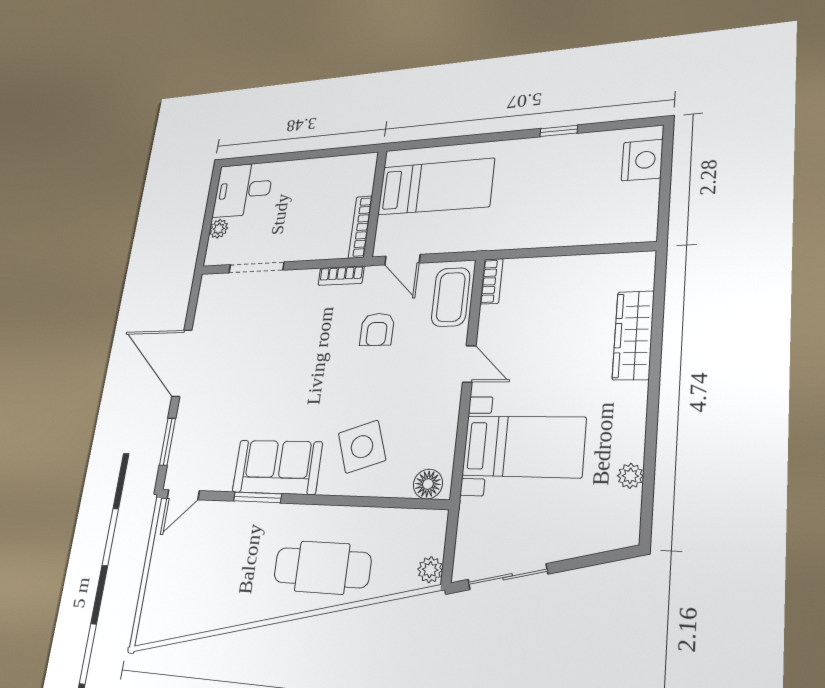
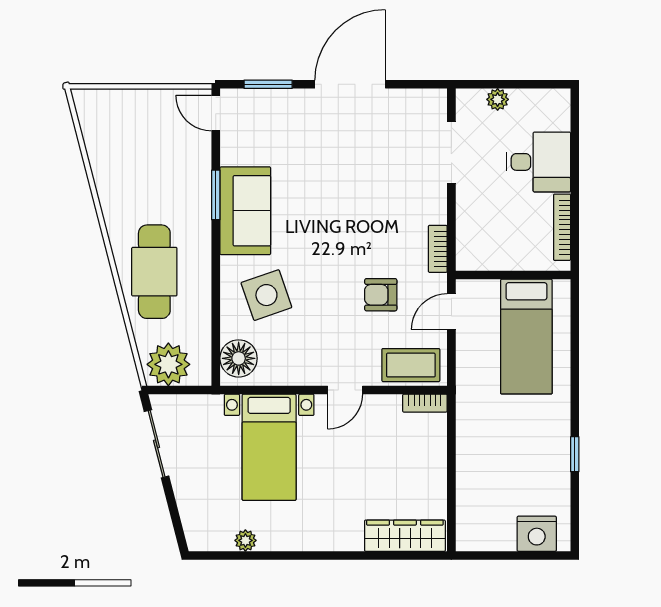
desk: (243, 190) -> (538, 162), moved, turned 90
bookcase: (360, 227) -> (562, 227), moved, turned -90
wardrobe: (633, 335) -> (405, 536), moved
floor lamp: (428, 484) -> (239, 358), width x1.38, depth x1.38
plant: (430, 570) -> (168, 364), width x1.87, depth x1.87

